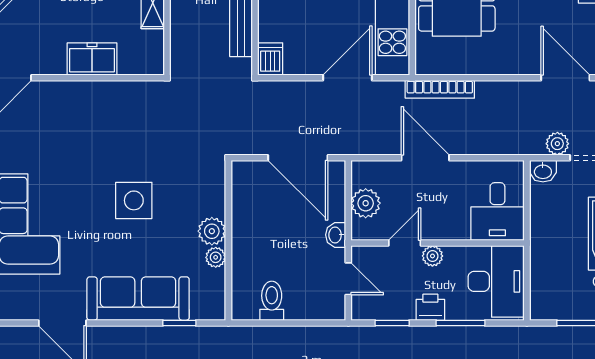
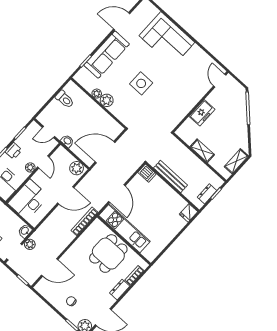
plant: (366, 203) -> (77, 168), moved
desk: (497, 212) -> (28, 200), width x1.37

